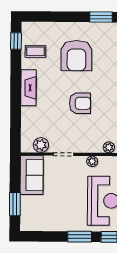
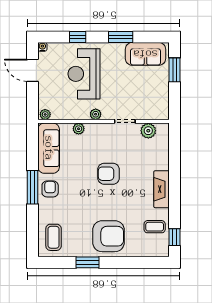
armchair: (76, 56) -> (108, 236), moved, turned 90
sofa: (32, 175) -> (145, 54), moved, turned -90
window: (80, 237) -> (121, 37), moved

